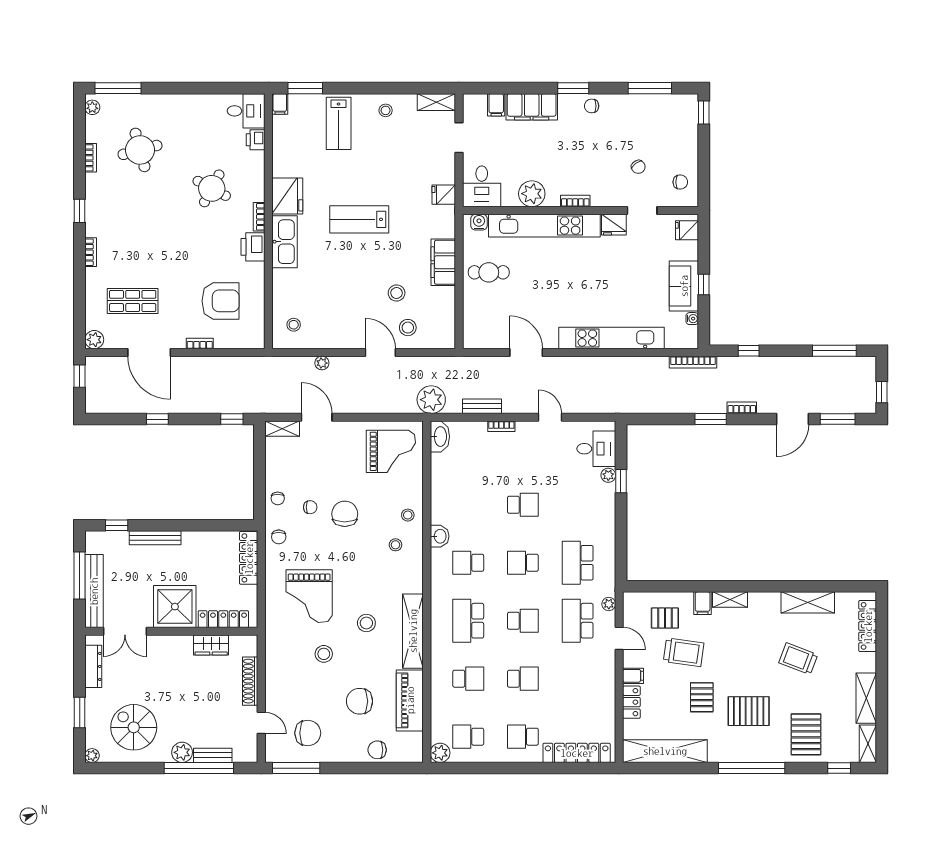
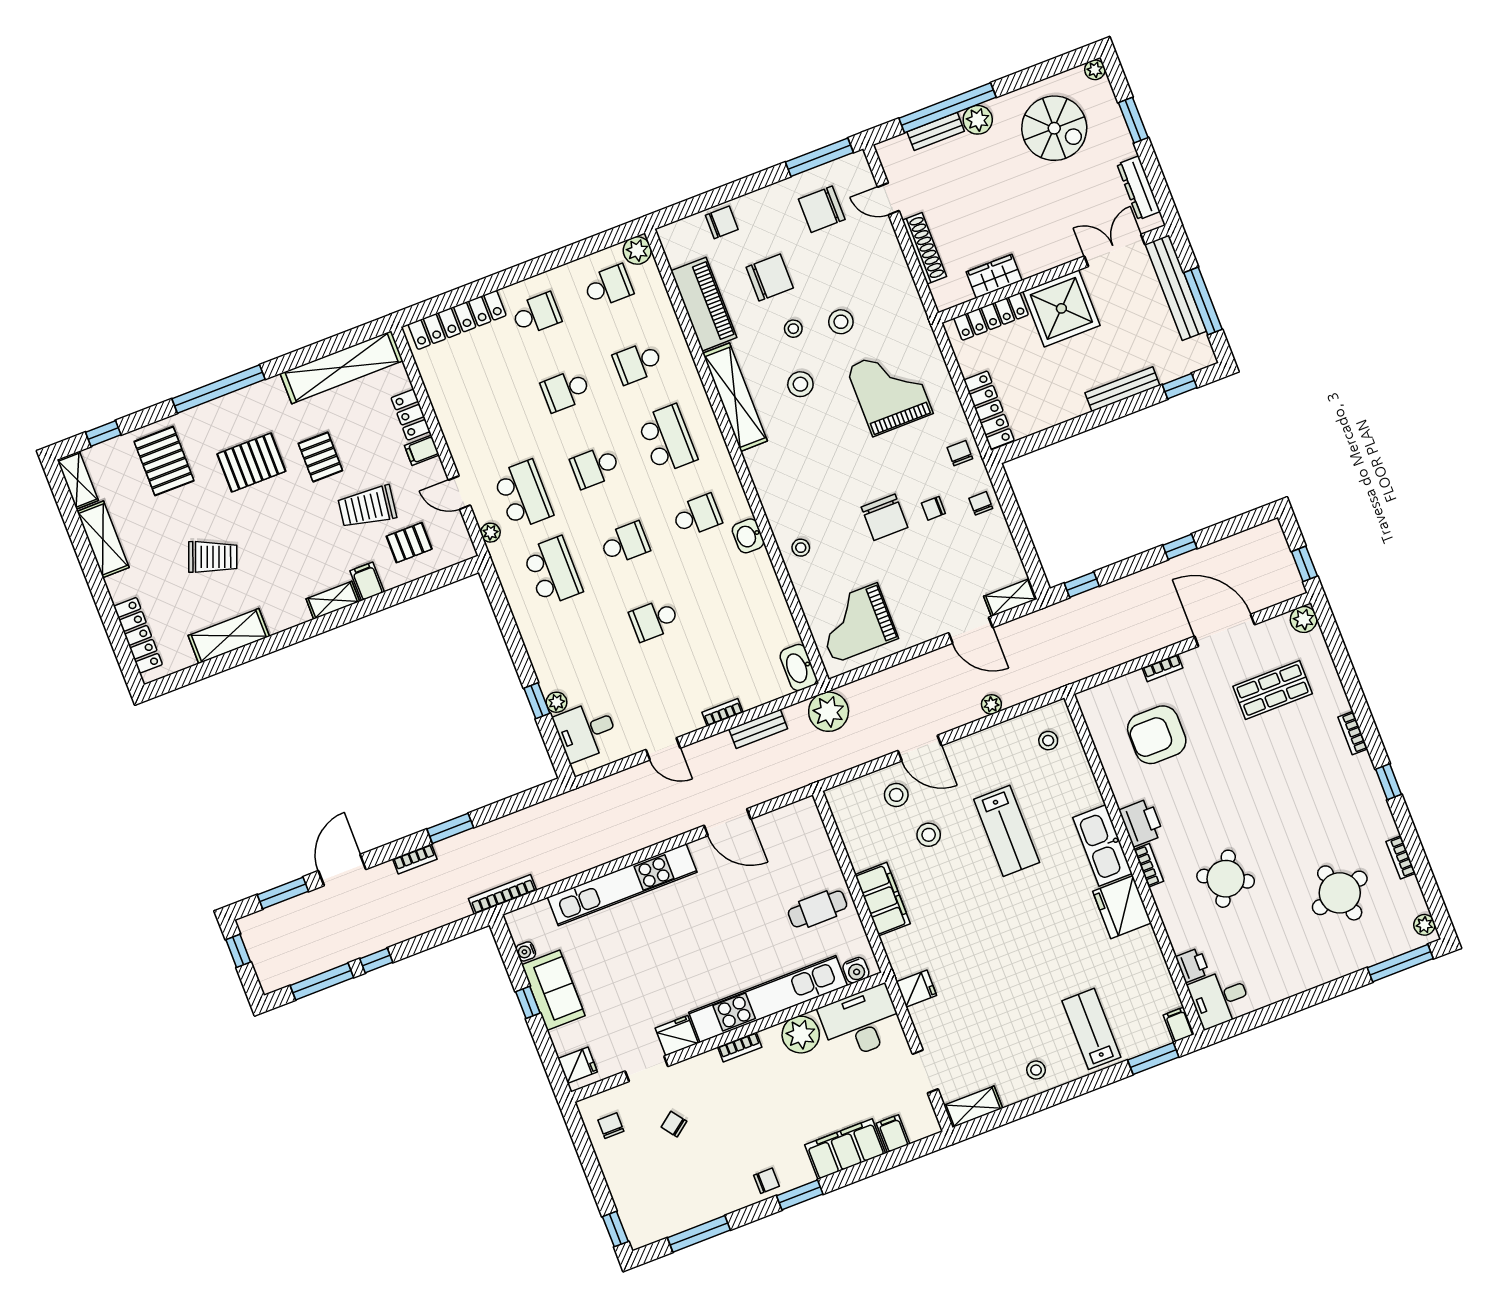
chair: (680, 182) -> (611, 1126), turned 90
desk: (482, 186) -> (861, 1022), width x1.37
lab bench: (359, 219) -> (1007, 831), moved, turned 90
window: (749, 351) -> (376, 960), moved
stool: (395, 545) -> (793, 329), moved

